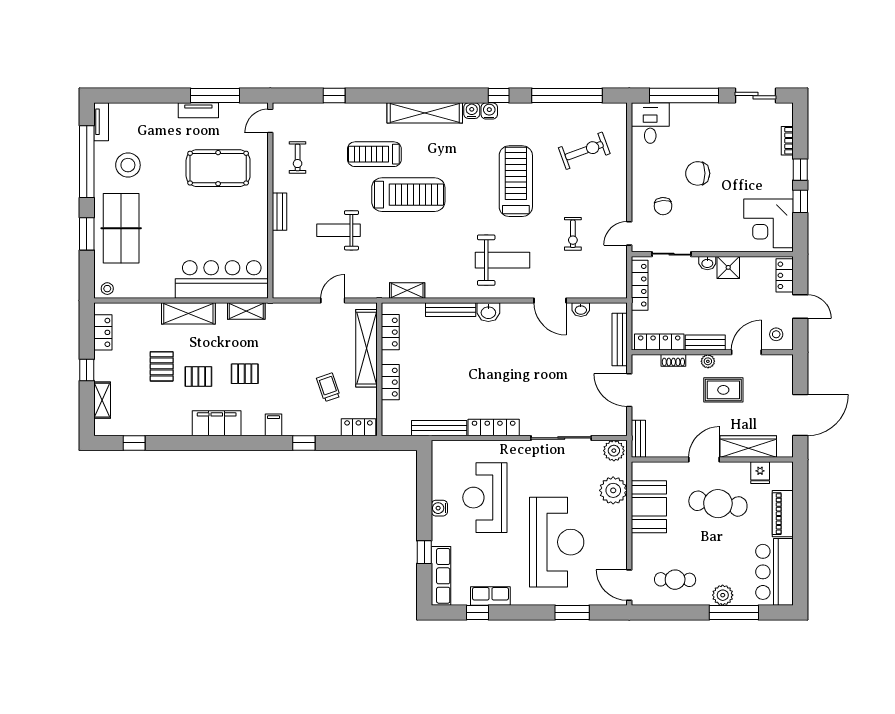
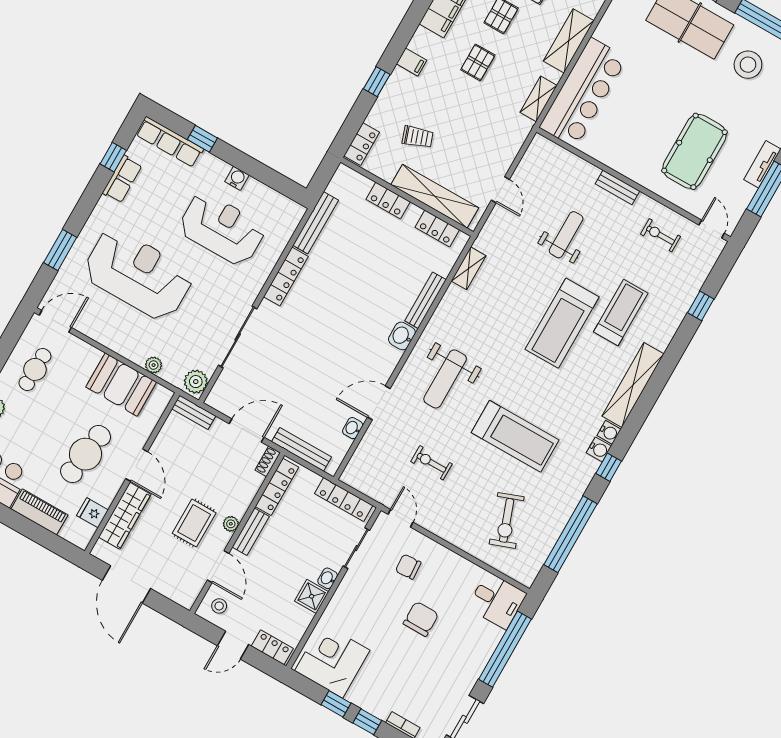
shoe rack: (673, 360) -> (268, 461), moved
plant: (613, 490) -> (154, 365), width x0.53, depth x0.53
reception desk: (557, 542) -> (138, 274), turned 180

